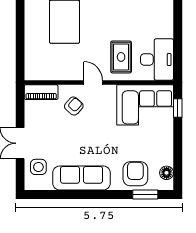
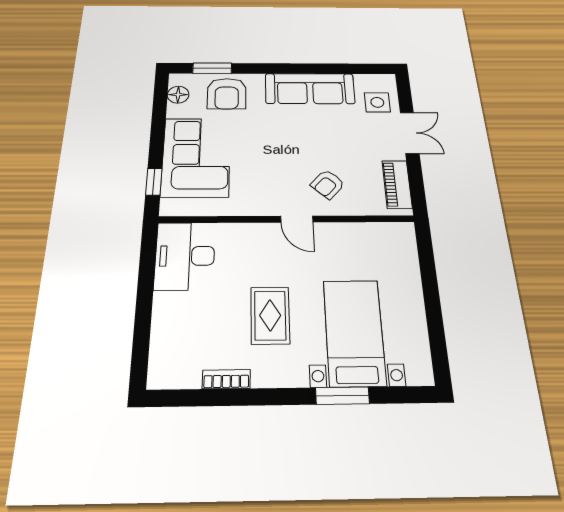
rug: (121, 57) -> (270, 315), moved
piano: (41, 92) -> (397, 184), moved, turned -90
corner sofa: (145, 105) -> (196, 157), moved, turned 90

